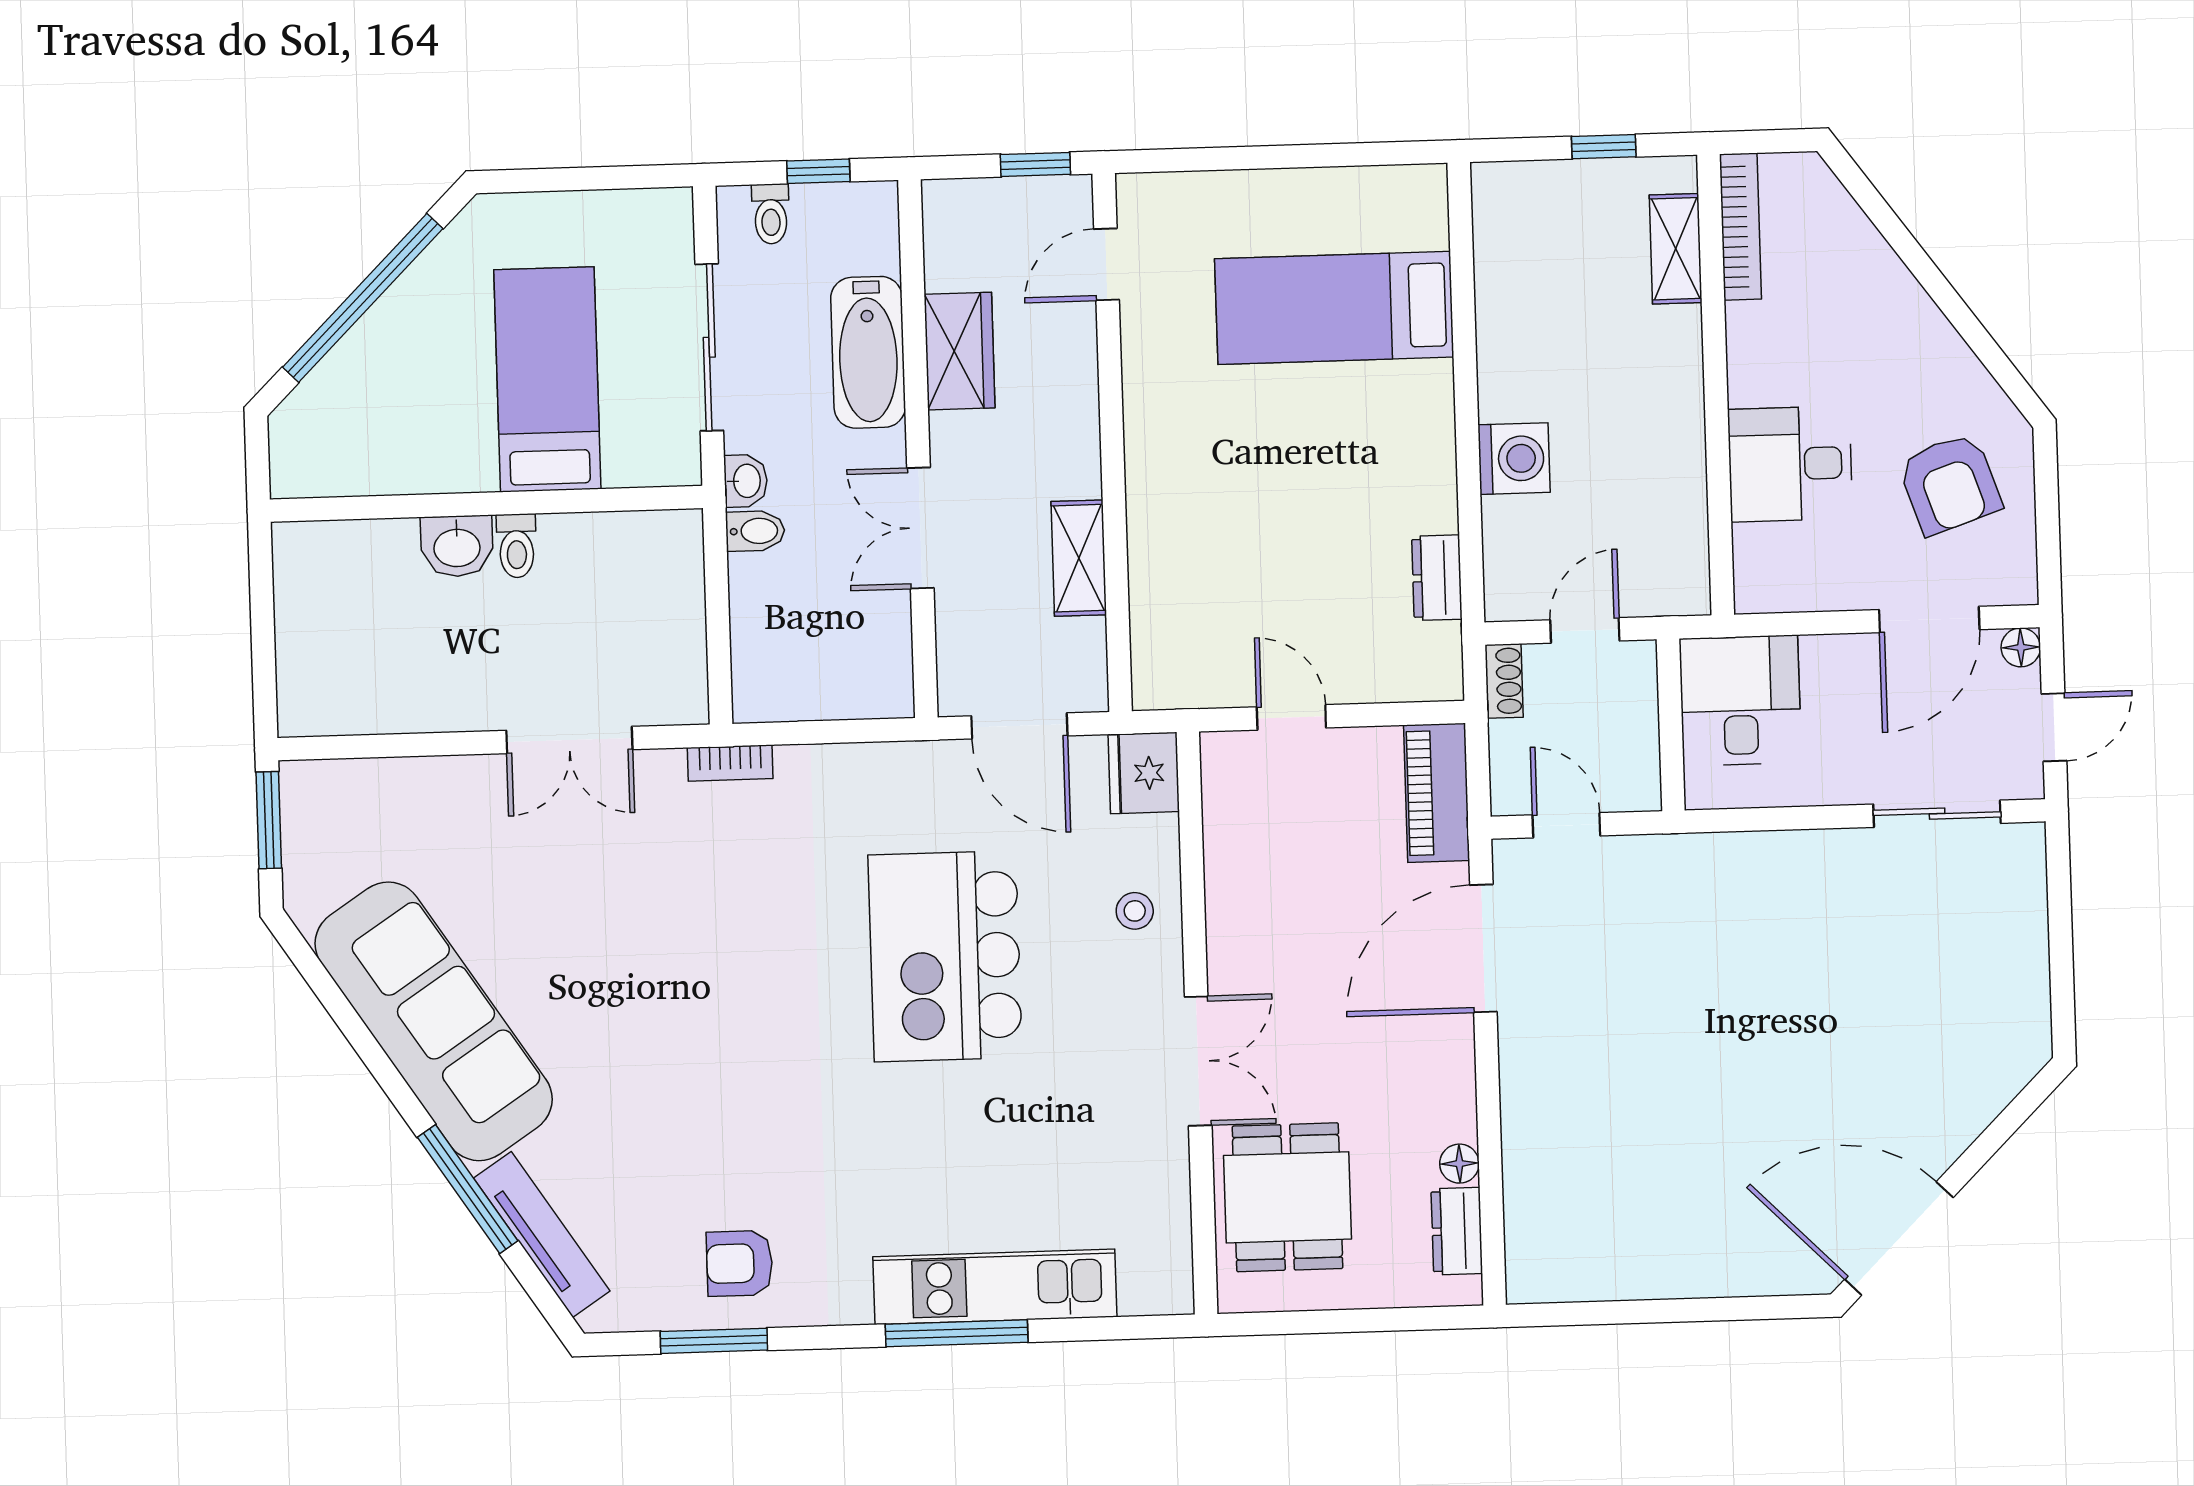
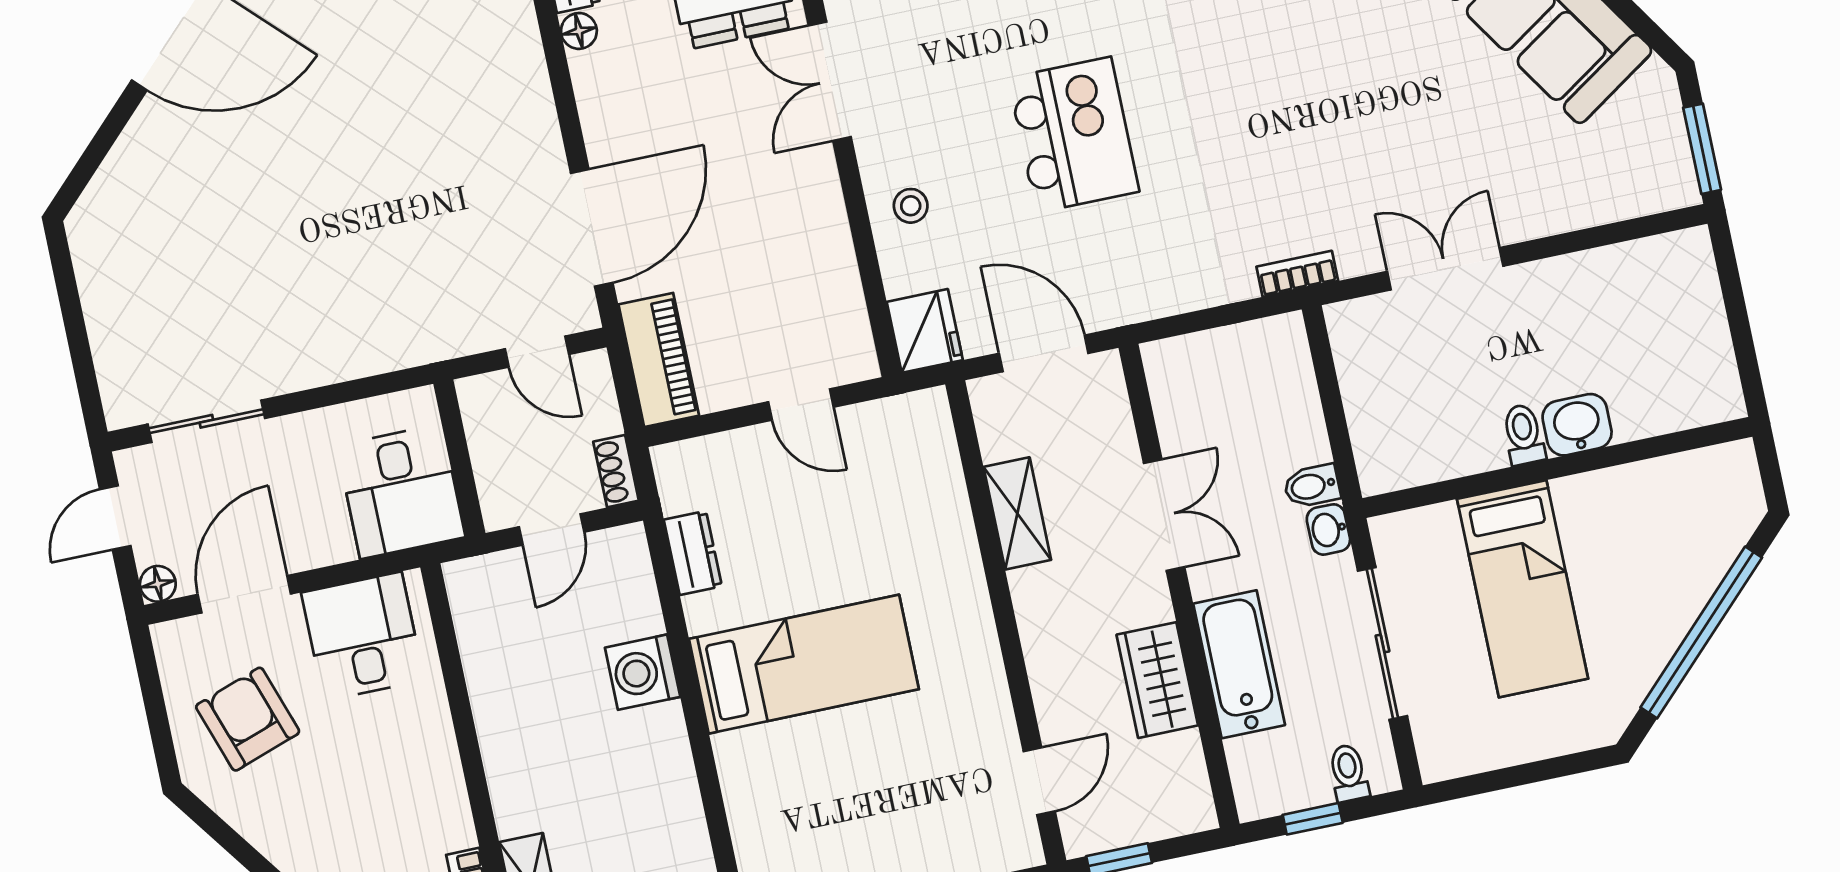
bed: (1334, 308) -> (804, 664), moved
desk: (1790, 464) -> (363, 636), moved, turned -90
kitchen island: (945, 956) -> (1074, 135), width x0.73, depth x0.78

